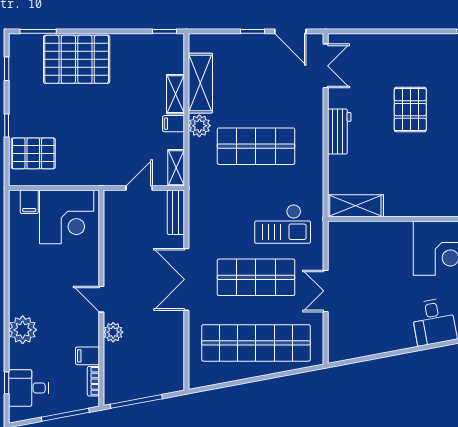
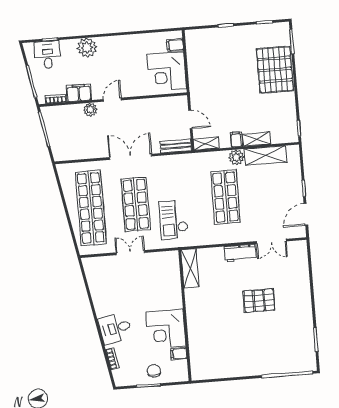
double door: (326, 66) -> (271, 241), moved
pallet: (33, 153) -> (208, 45), removed
filing cabinet: (88, 356) -> (79, 93), width x2.00

